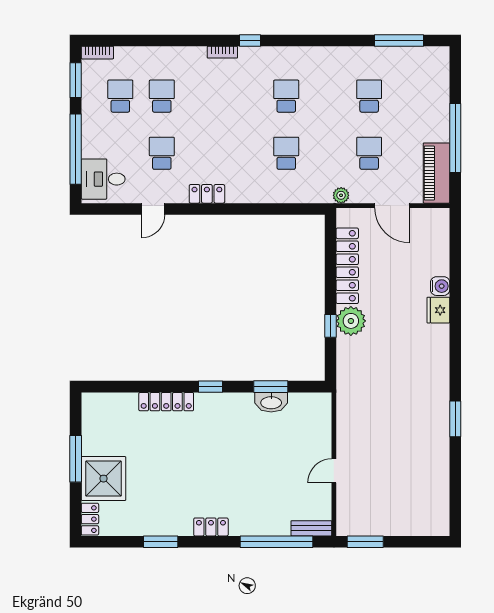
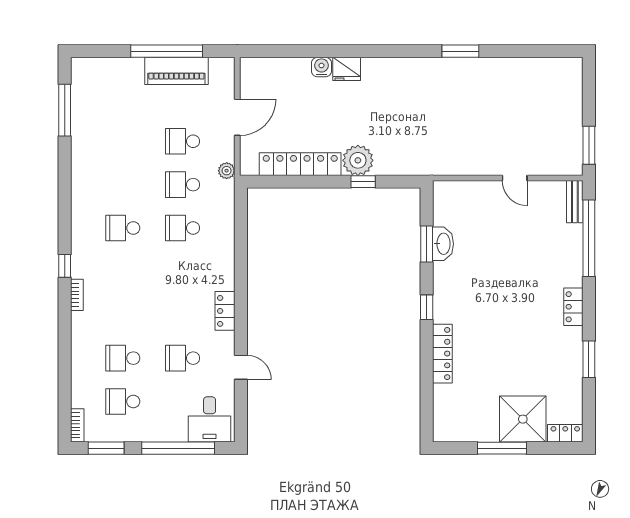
school desk: (369, 96) -> (183, 185), moved
piano: (436, 173) -> (176, 71), moved

